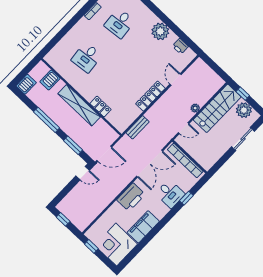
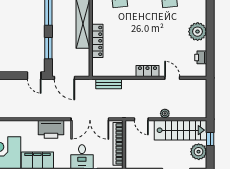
door: (176, 79) -> (172, 78), hinge flipped
locker: (150, 96) -> (147, 71), width x0.66
locker: (101, 107) -> (97, 41), width x1.53

